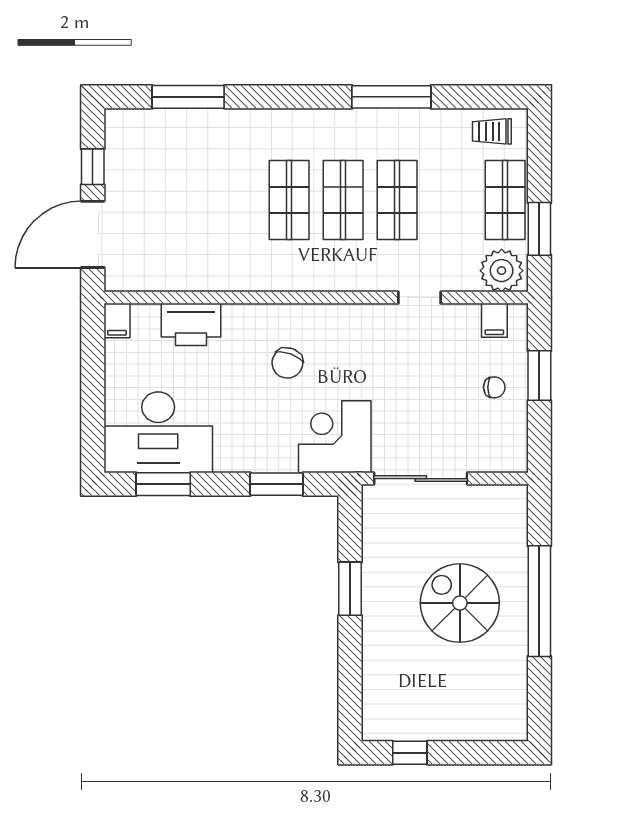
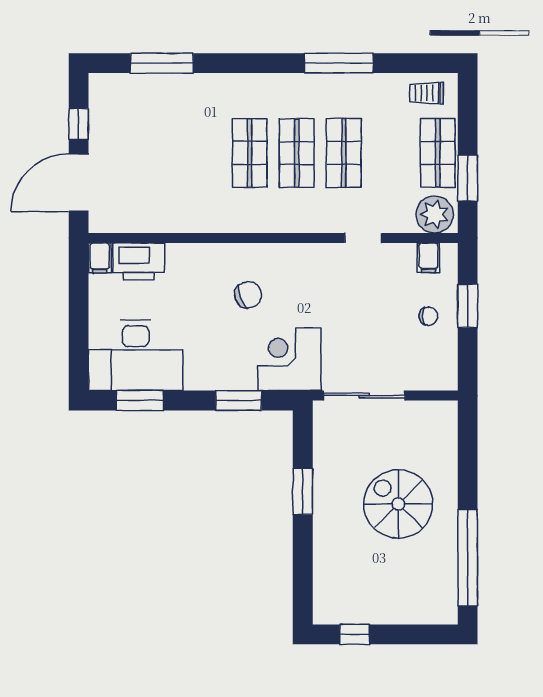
printer: (191, 324) -> (139, 261), moved
chair: (287, 363) -> (248, 295), turned -131
window: (539, 601) -> (468, 558), moved

